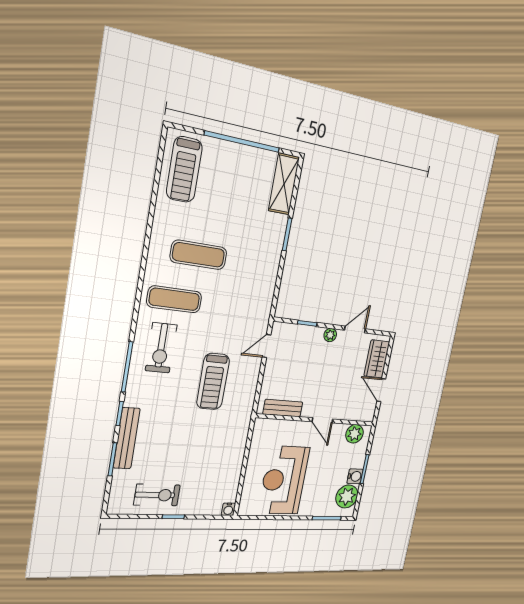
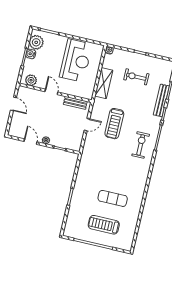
treadmill: (184, 169) -> (104, 225), moved, turned -90
shelving: (284, 184) -> (104, 83), moved
exercise mat: (199, 255) -> (113, 198), moved
exercise mat: (174, 299) -> (132, 169), removed
door: (355, 330) -> (31, 142), swing flipped
door: (266, 346) -> (87, 125), moved
wardrobe: (377, 359) -> (16, 123), removed
treadmill: (213, 381) -> (114, 124), turned 180
exercise bike: (157, 495) -> (136, 77), moved

